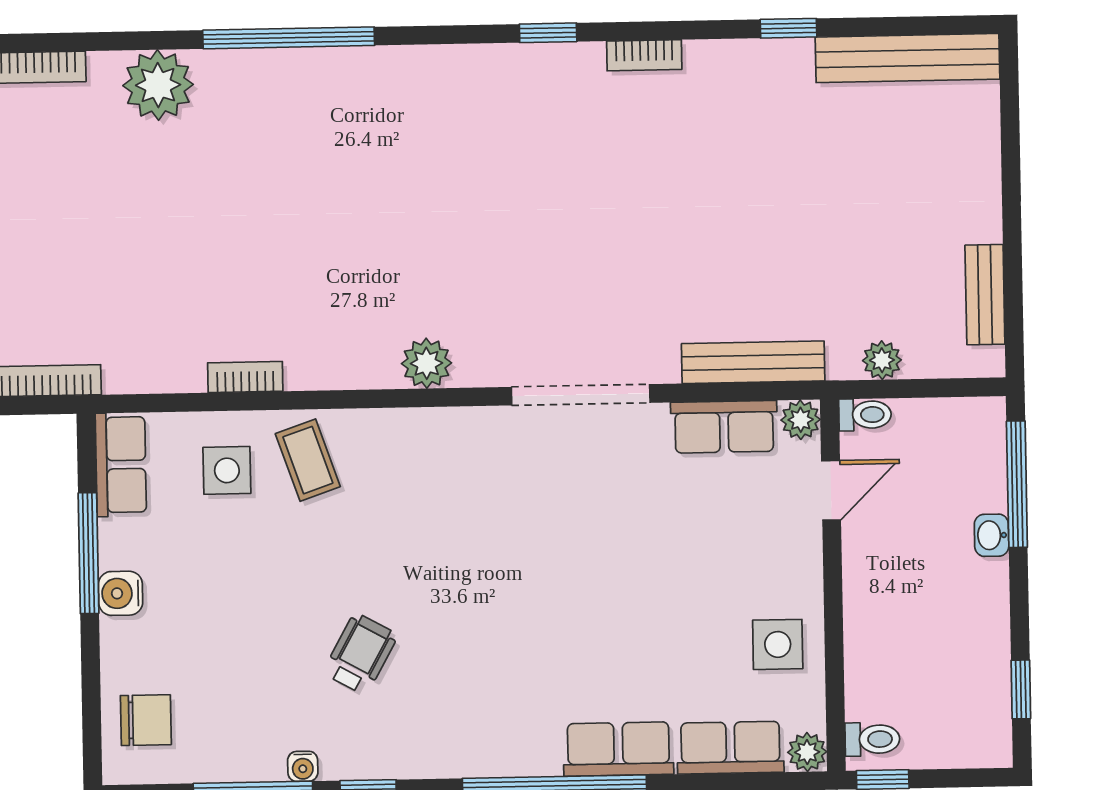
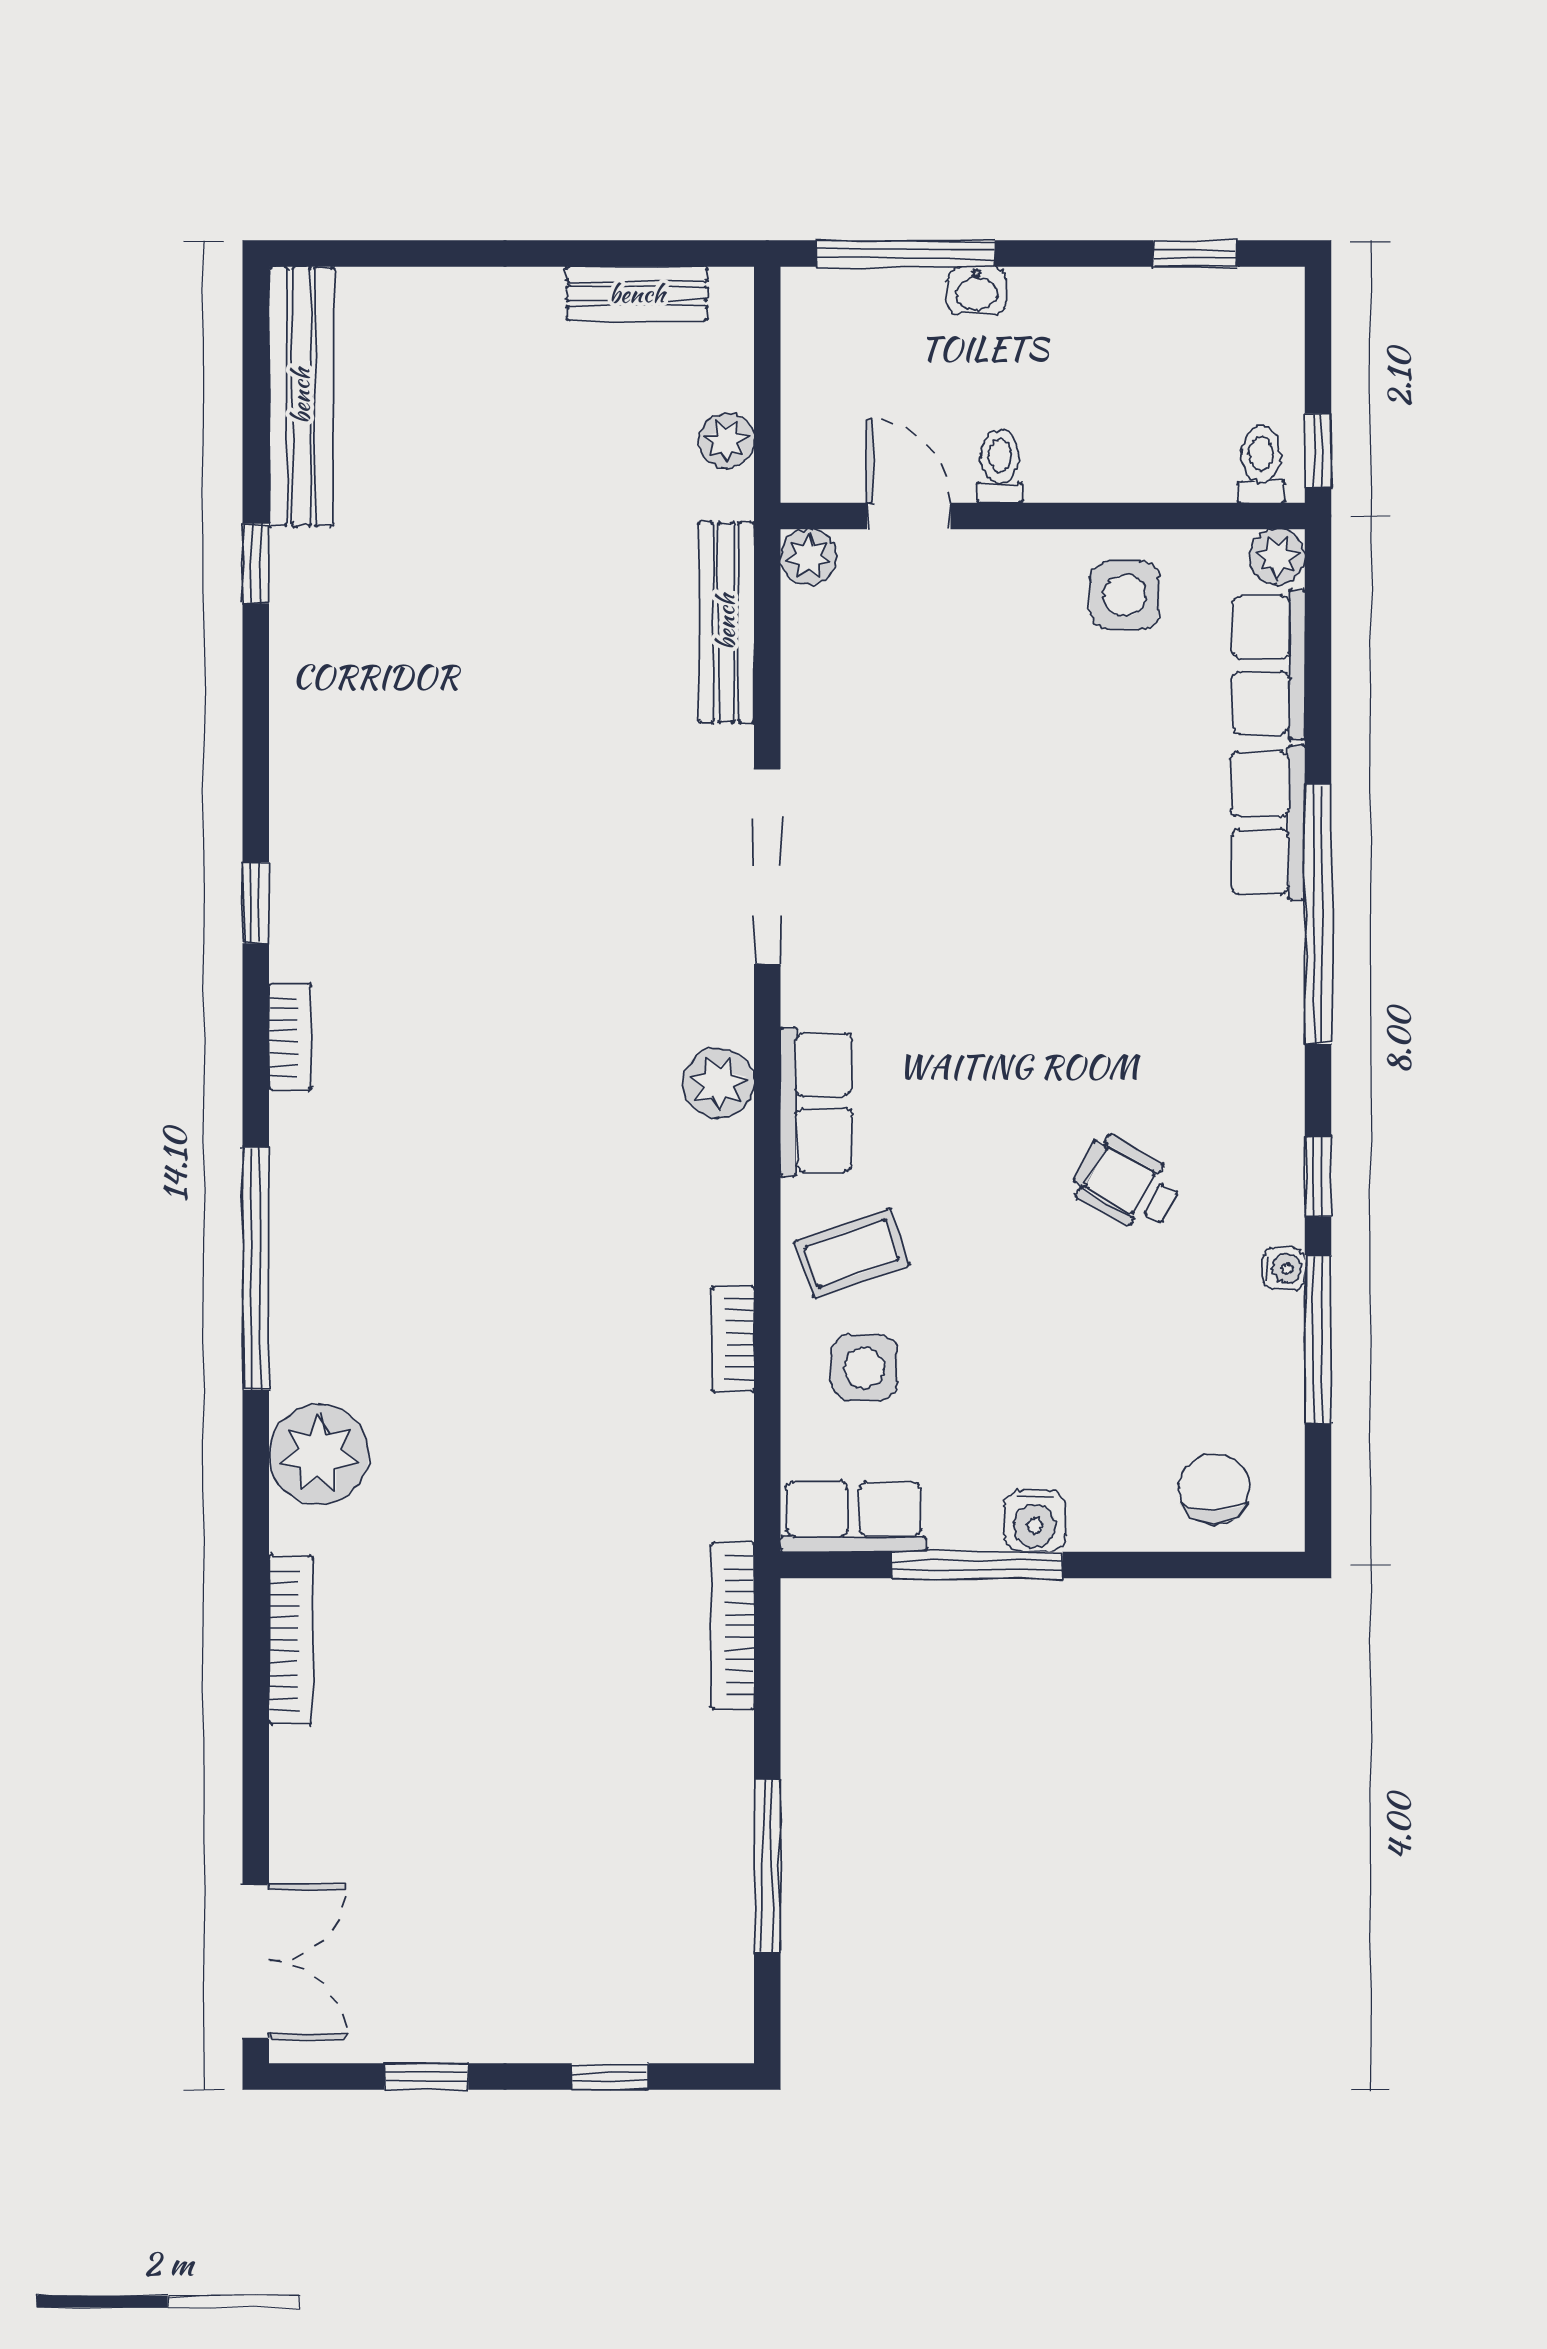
bookcase: (644, 55) -> (290, 1037), moved
toilet: (865, 415) -> (1000, 466), moved
row of seats: (724, 427) -> (816, 1102), moved

